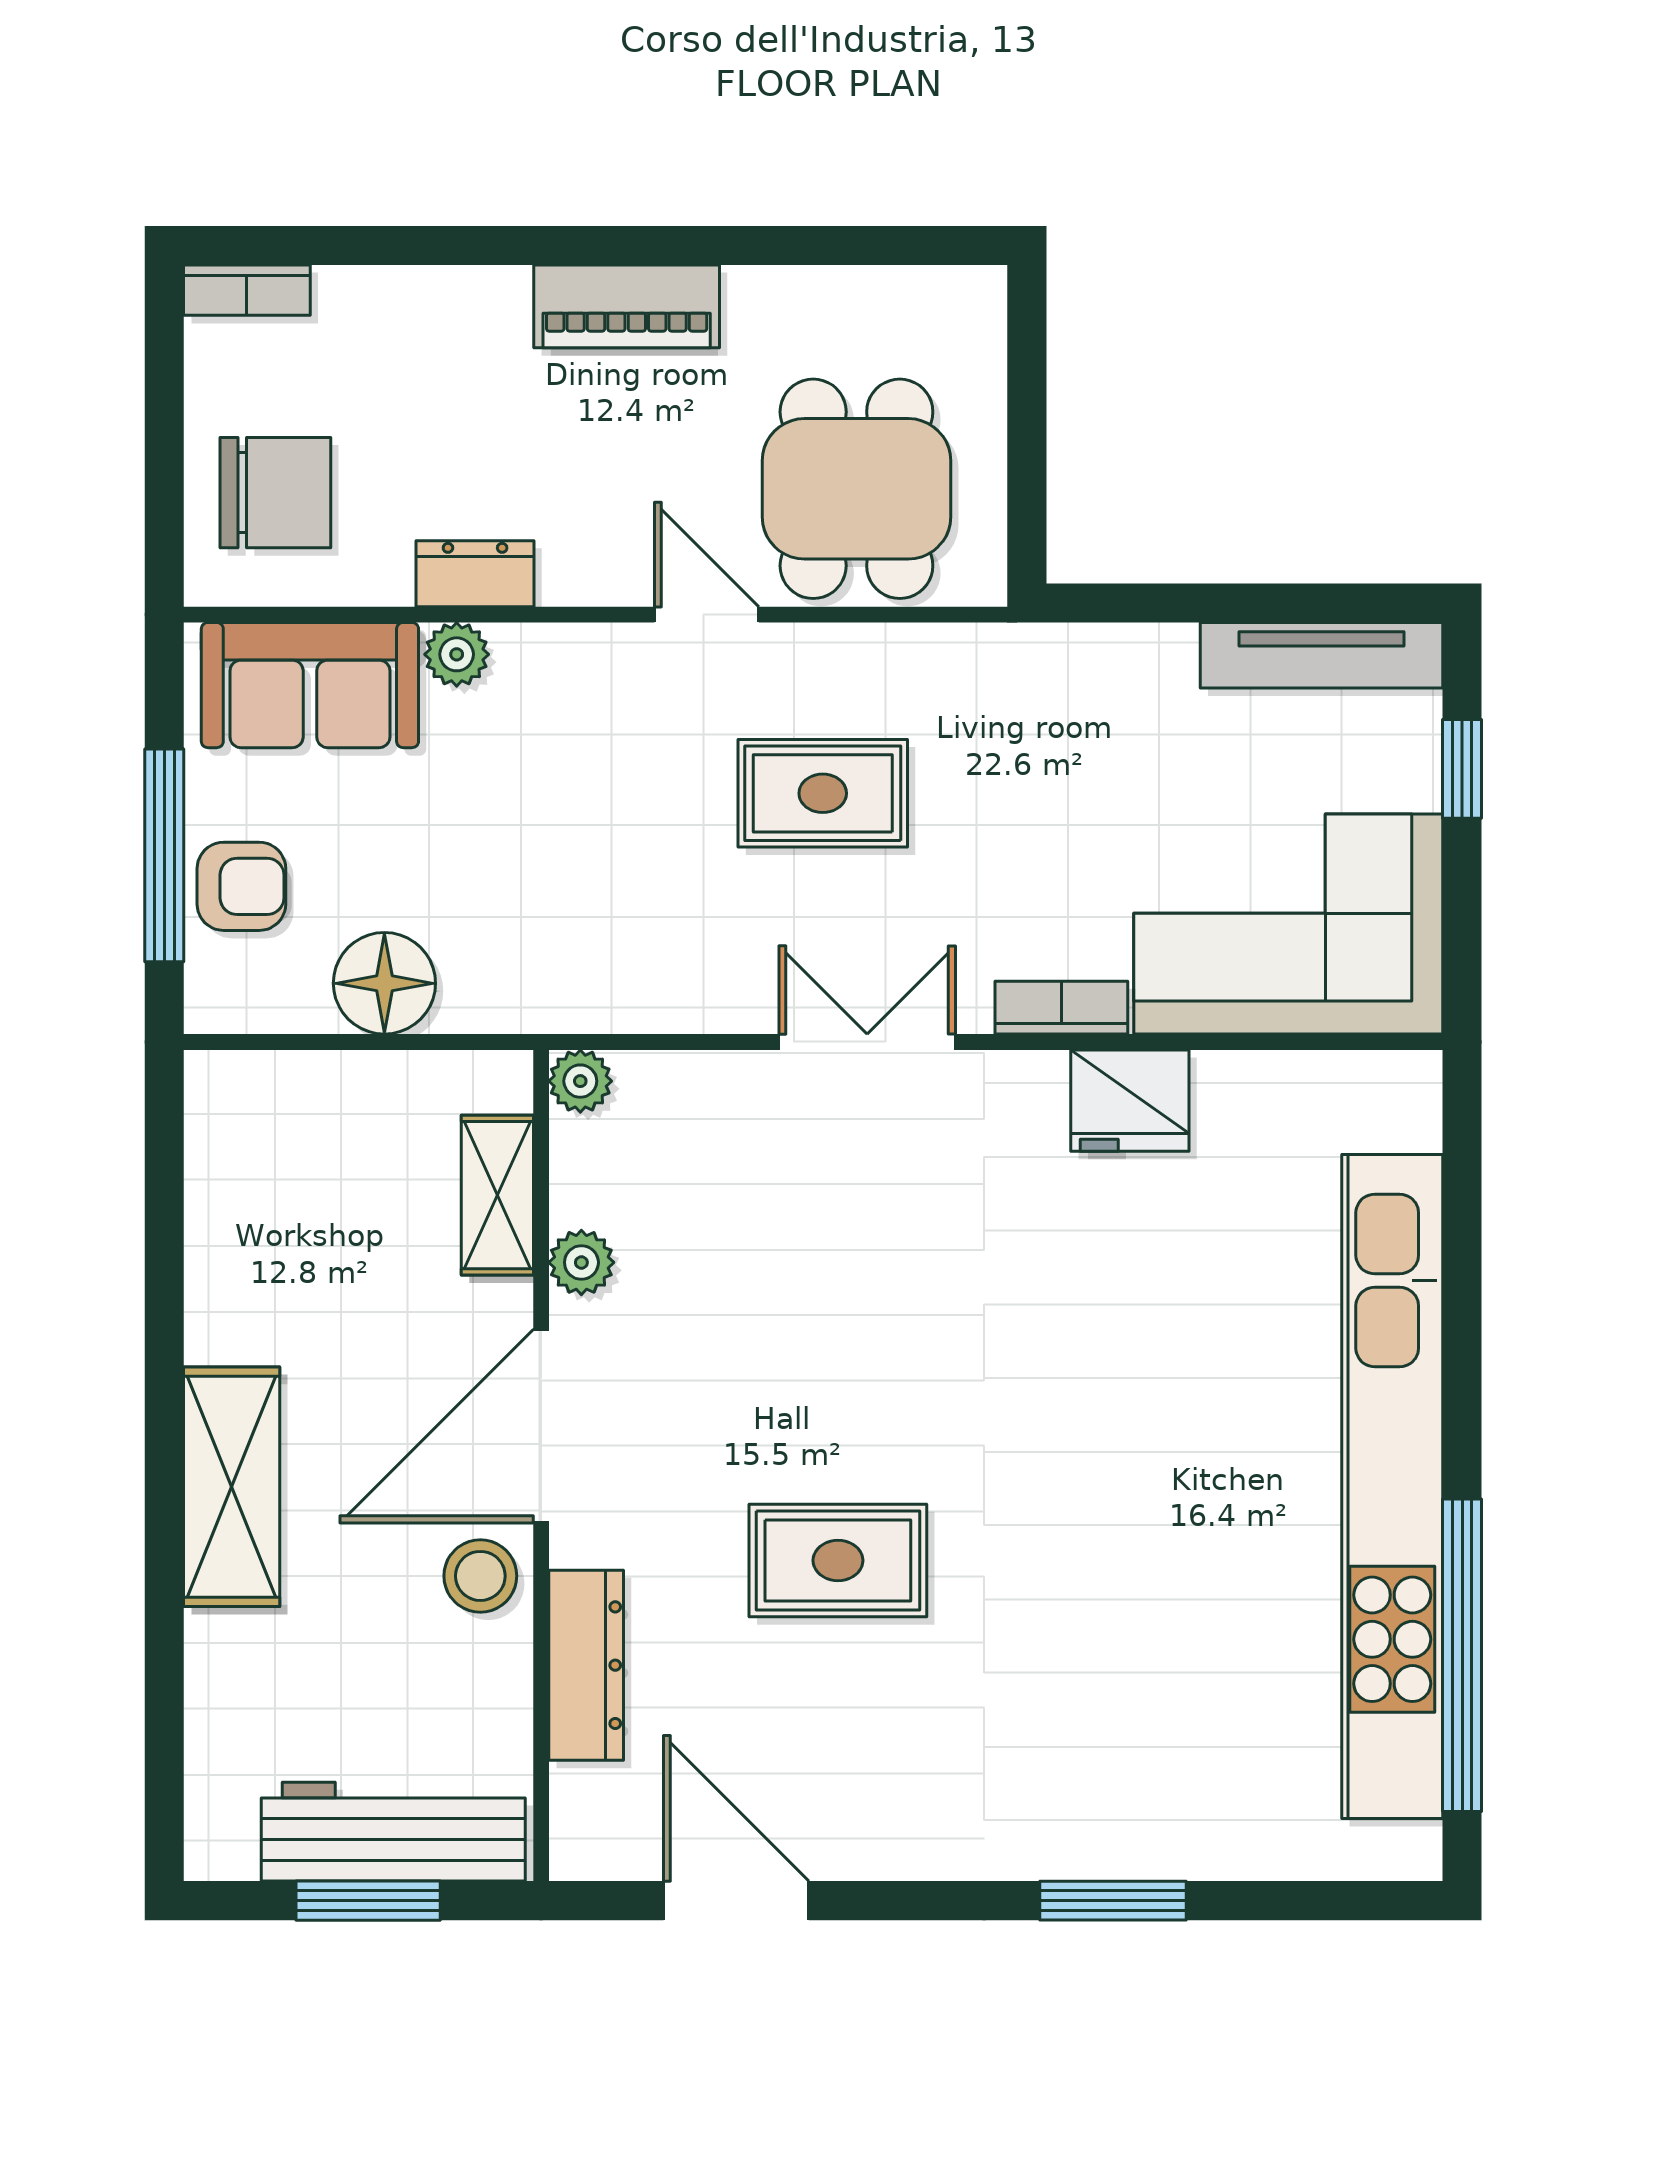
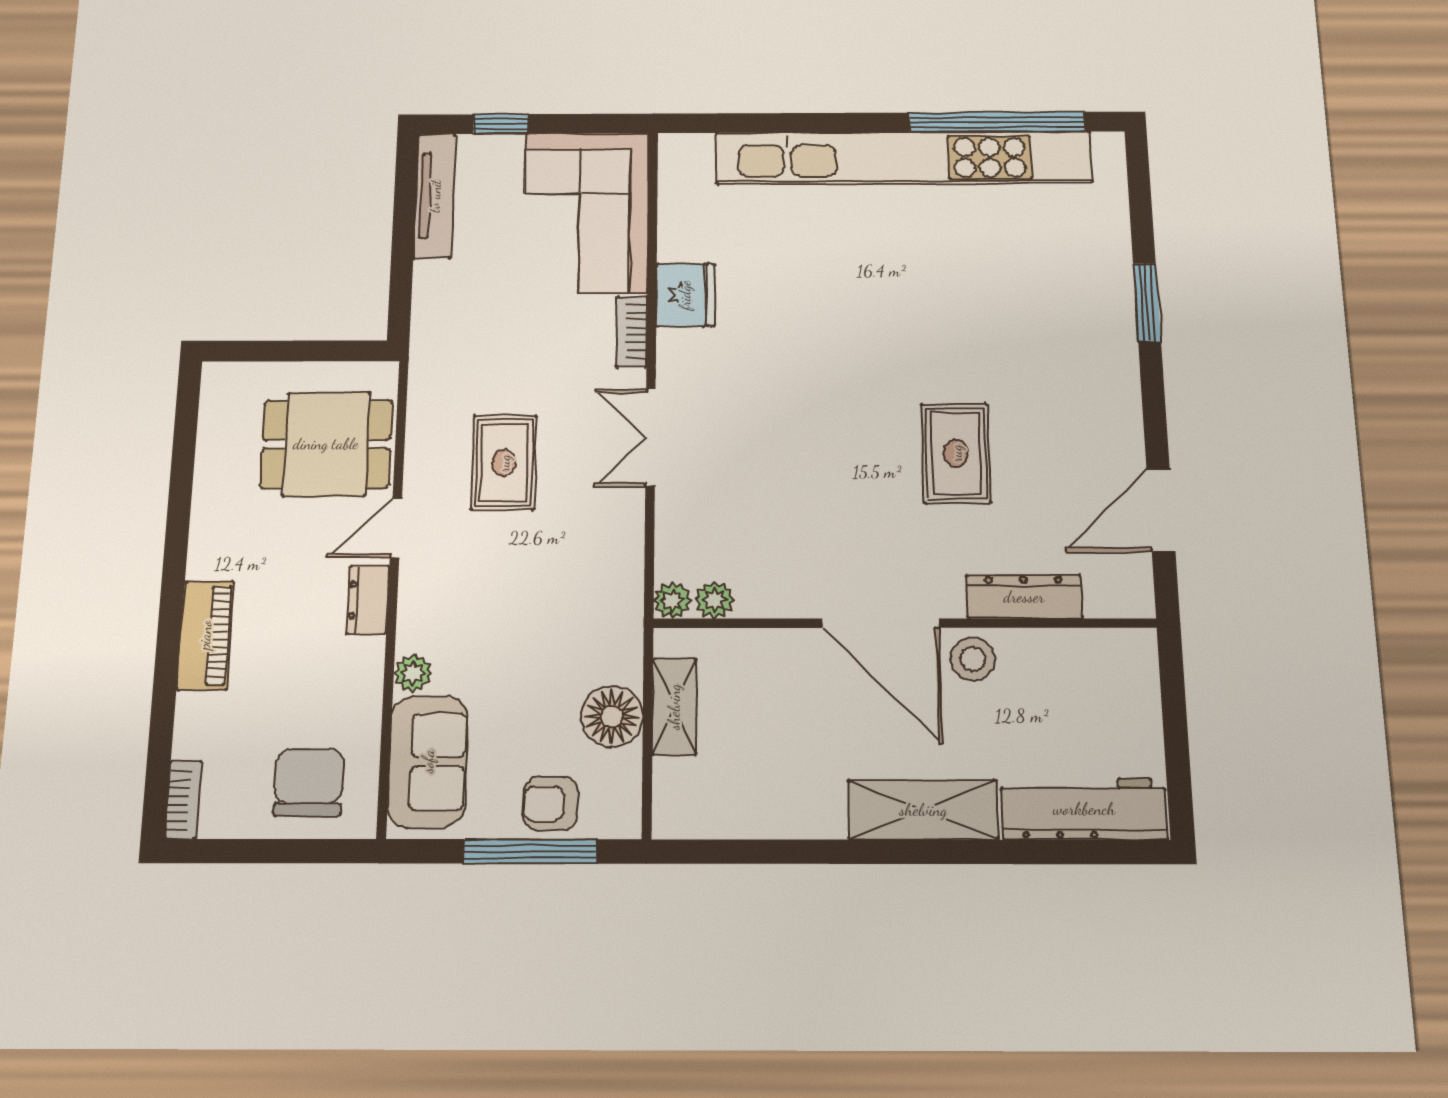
piano: (627, 306) -> (205, 635), moved
dresser: (475, 574) -> (368, 600), moved
armchair: (241, 886) -> (551, 804), turned -90
shelving: (497, 1195) -> (674, 707), moved, turned 90
plant: (581, 1262) -> (714, 600), moved
workbench: (393, 1832) -> (1084, 809), moved, turned 90
window: (368, 1901) -> (1175, 726), removed

